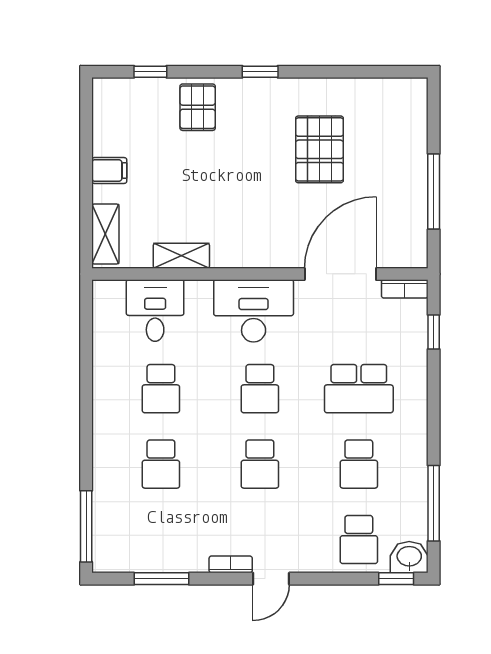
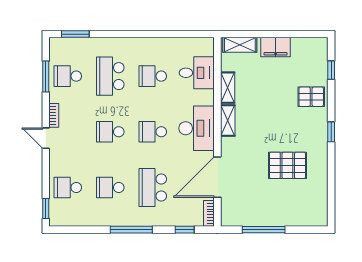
filing cabinet: (109, 171) -> (276, 47), width x2.00
shelving: (240, 256) -> (228, 121), added
door: (340, 274) -> (217, 177), swing flipped
school desk: (161, 464) -> (110, 76), width x1.85
window: (434, 503) -> (131, 230), moved
window: (86, 526) -> (75, 34), width x0.69
school desk: (161, 539) -> (68, 76), added
washbasin: (409, 557) -> (58, 216), removed

